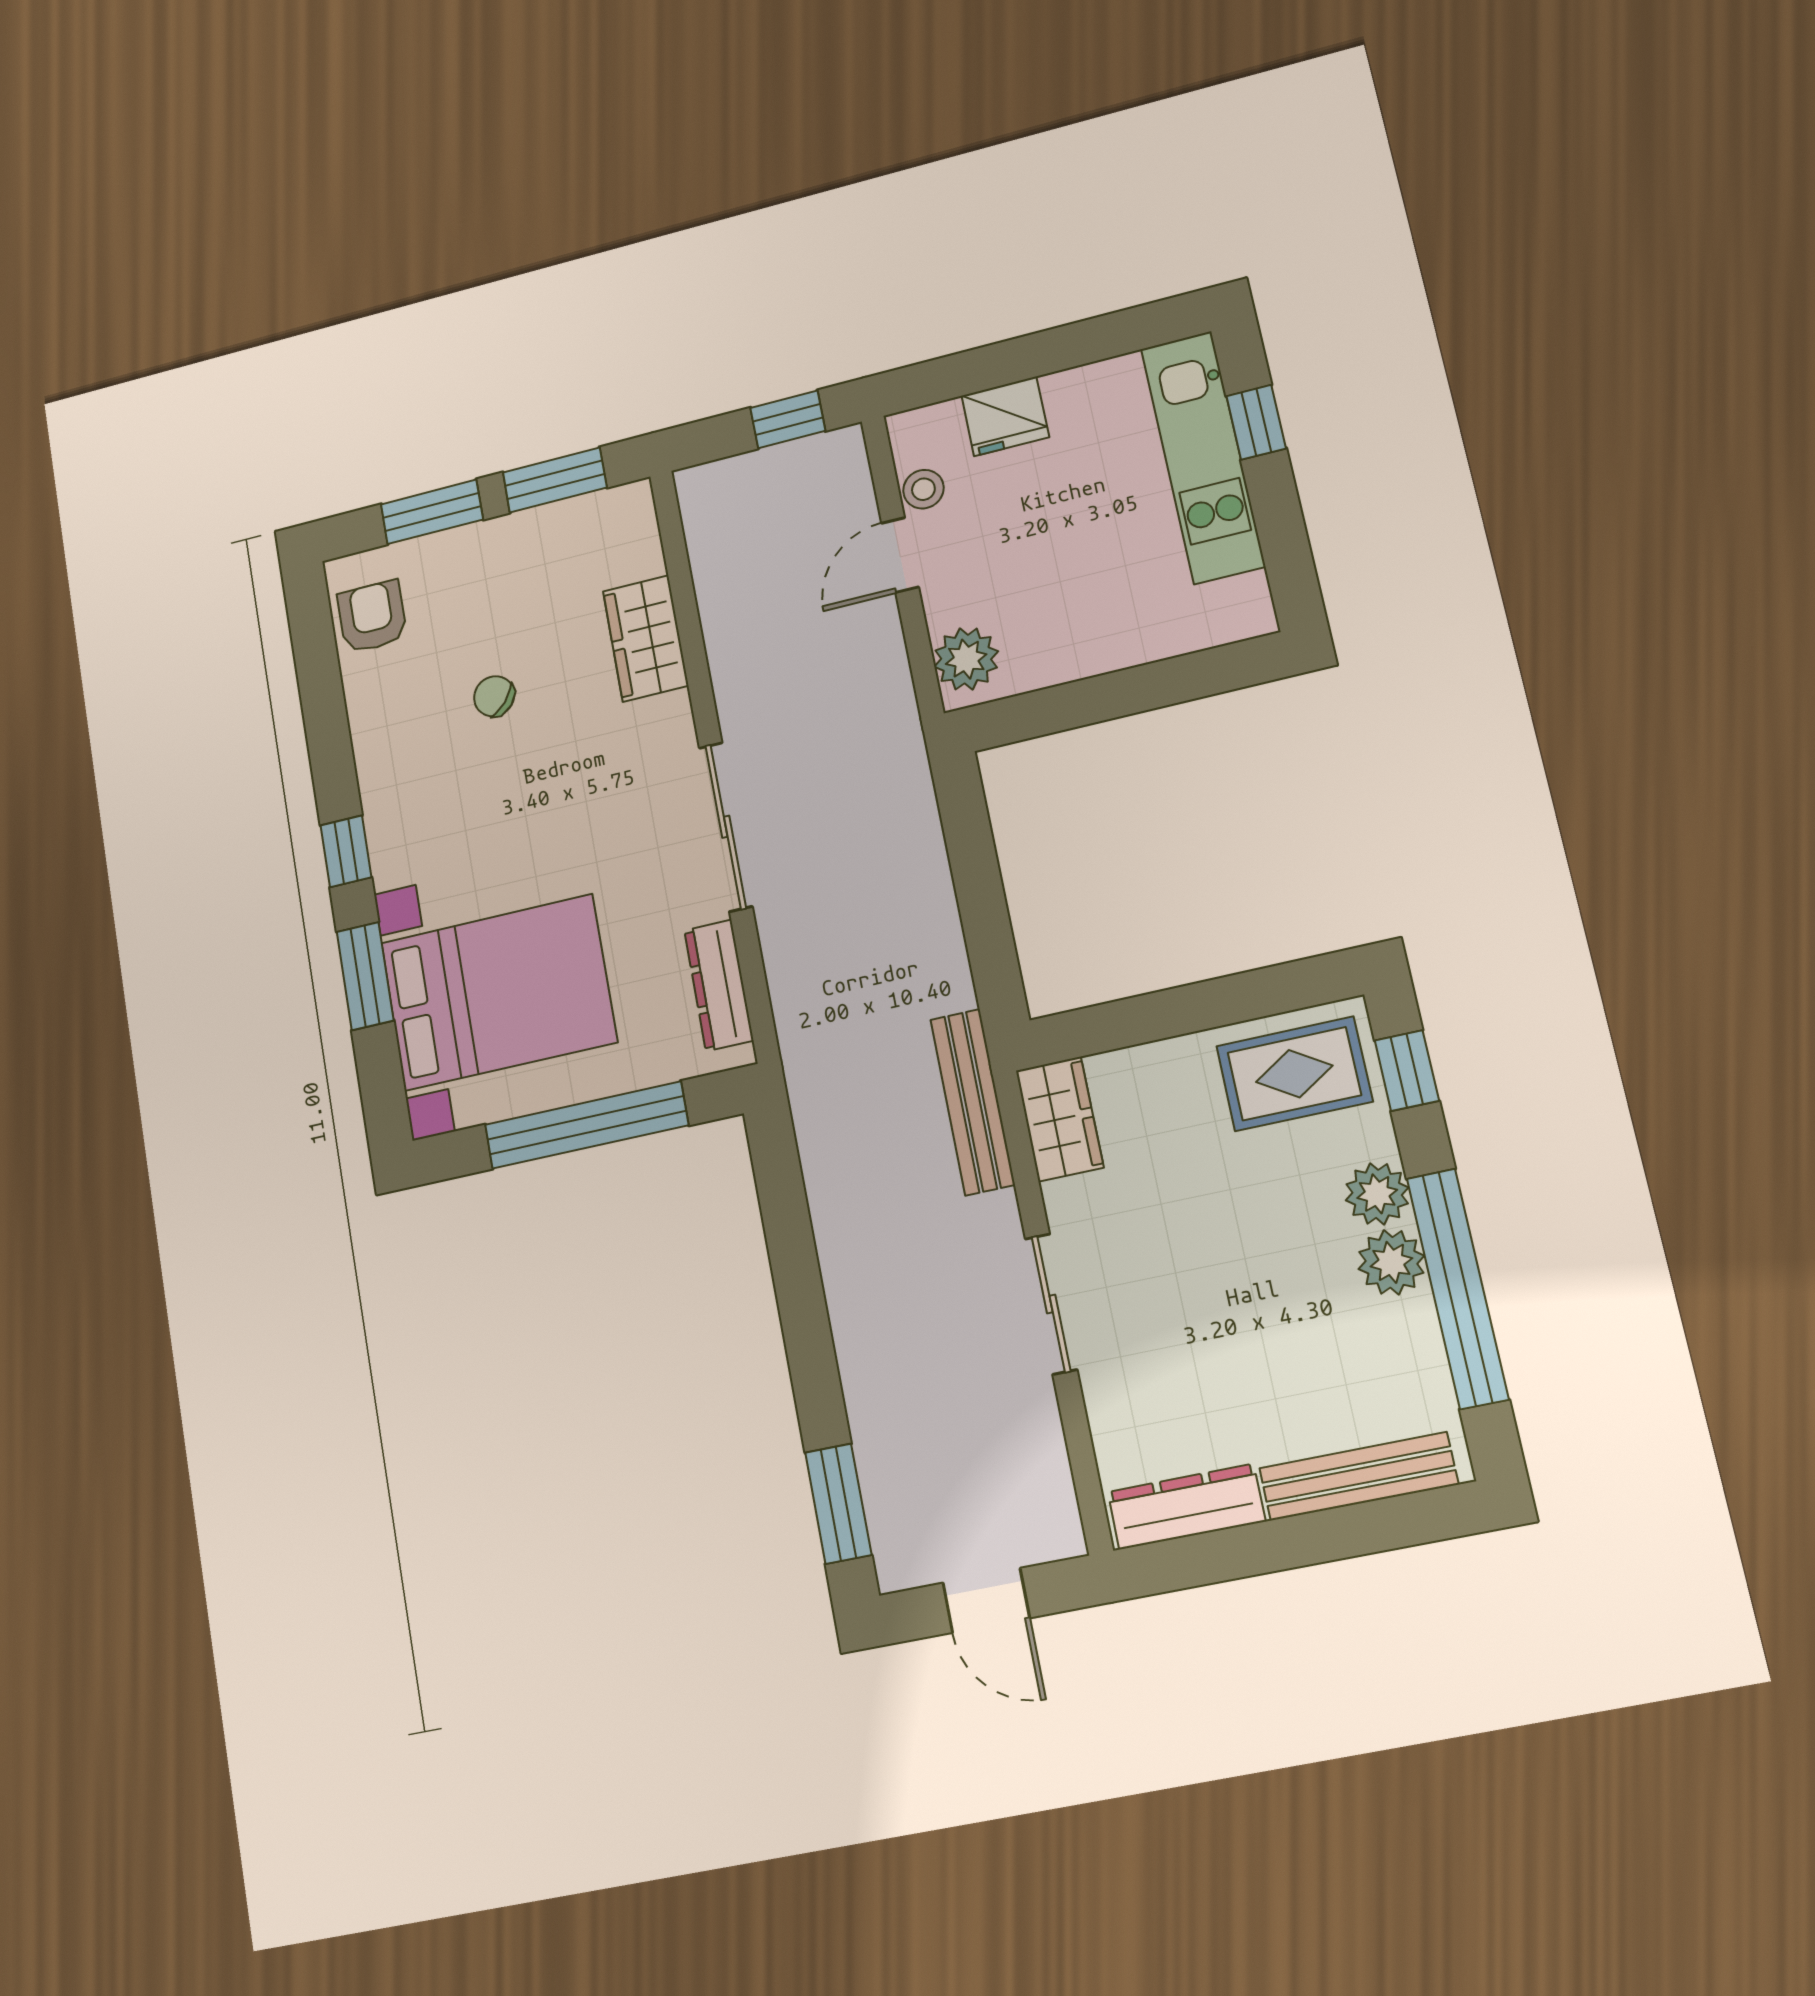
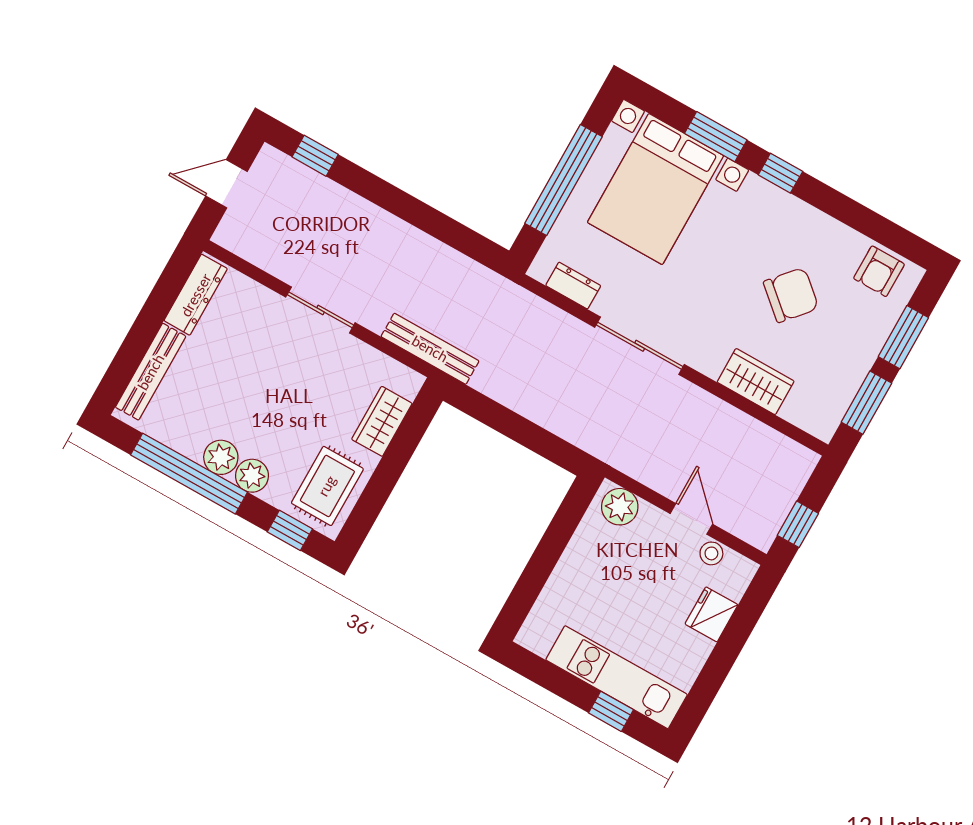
armchair: (372, 617) -> (879, 271), turned 90
chair: (494, 696) -> (791, 295), width x1.87, depth x1.87
dresser: (719, 985) -> (573, 286), width x0.70
wardrobe: (1060, 1119) -> (382, 421), moved, turned 90
window: (838, 1504) -> (315, 156), width x0.67

